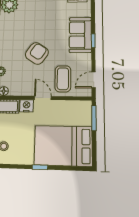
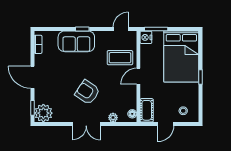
armchair: (37, 53) -> (87, 92), moved
door: (94, 80) -> (121, 29), swing flipped
nightstand: (27, 106) -> (146, 37), moved

